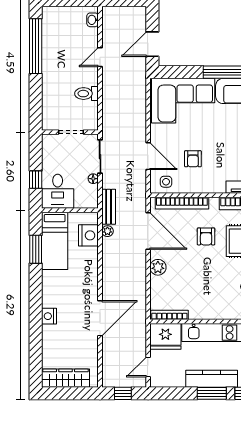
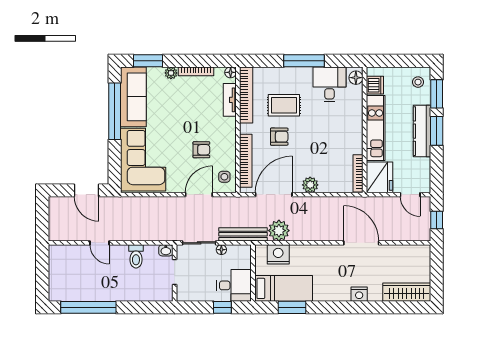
washbasin: (93, 20) -> (166, 250), moved
bench: (109, 207) -> (243, 234), width x1.36
plant: (107, 231) -> (279, 231), width x1.88, depth x1.88
wardrobe: (66, 378) -> (407, 292), moved, turned 90

